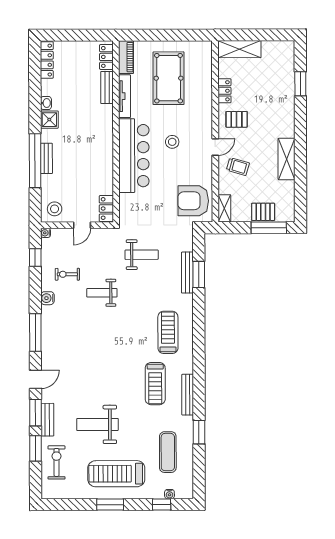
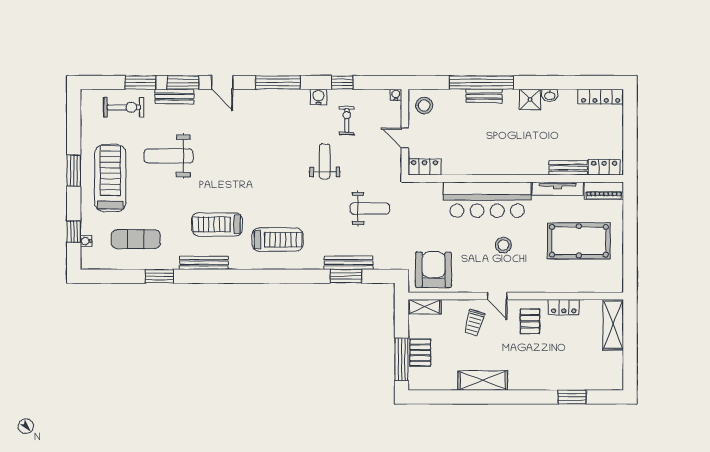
weight bench: (142, 255) -> (370, 209), turned -90
window: (35, 257) -> (342, 82), moved
weight bench: (97, 424) -> (169, 156), turned -90

